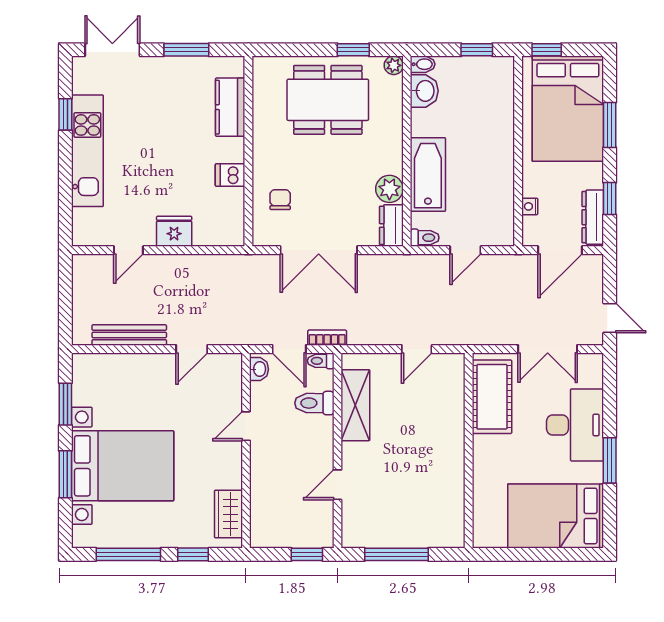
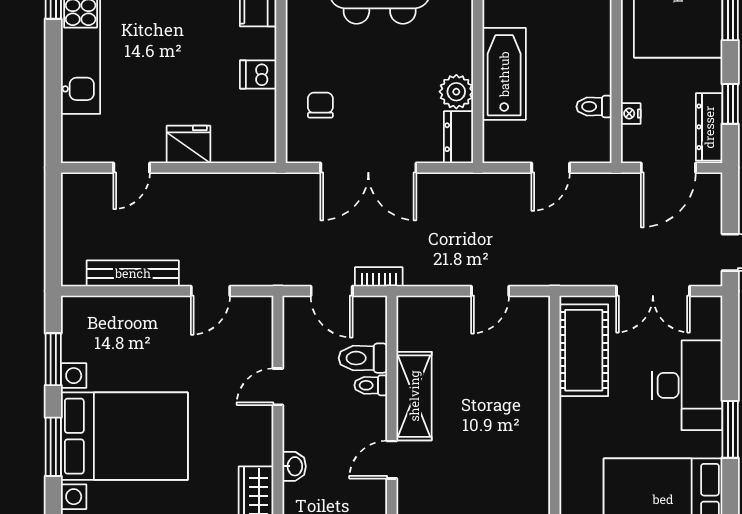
toilet: (425, 238) -> (594, 107), moved, turned 180
toilet: (321, 361) -> (371, 385), moved
washbasin: (259, 369) -> (294, 466), moved
shelving: (355, 405) -> (414, 396), moved

